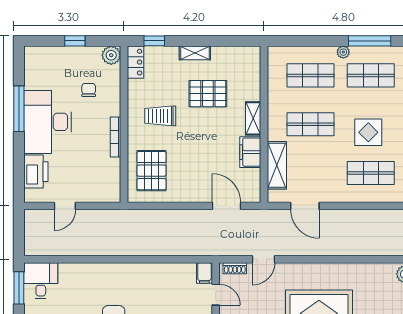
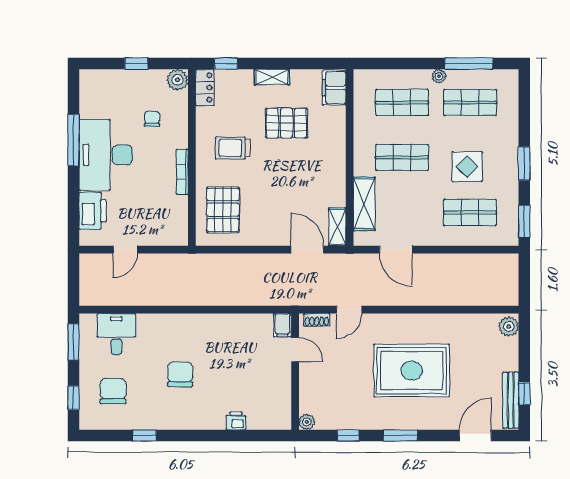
shelving: (253, 118) -> (337, 227), moved
filing cabinet: (250, 152) -> (334, 88), moved
desk: (41, 281) -> (116, 334), moved

